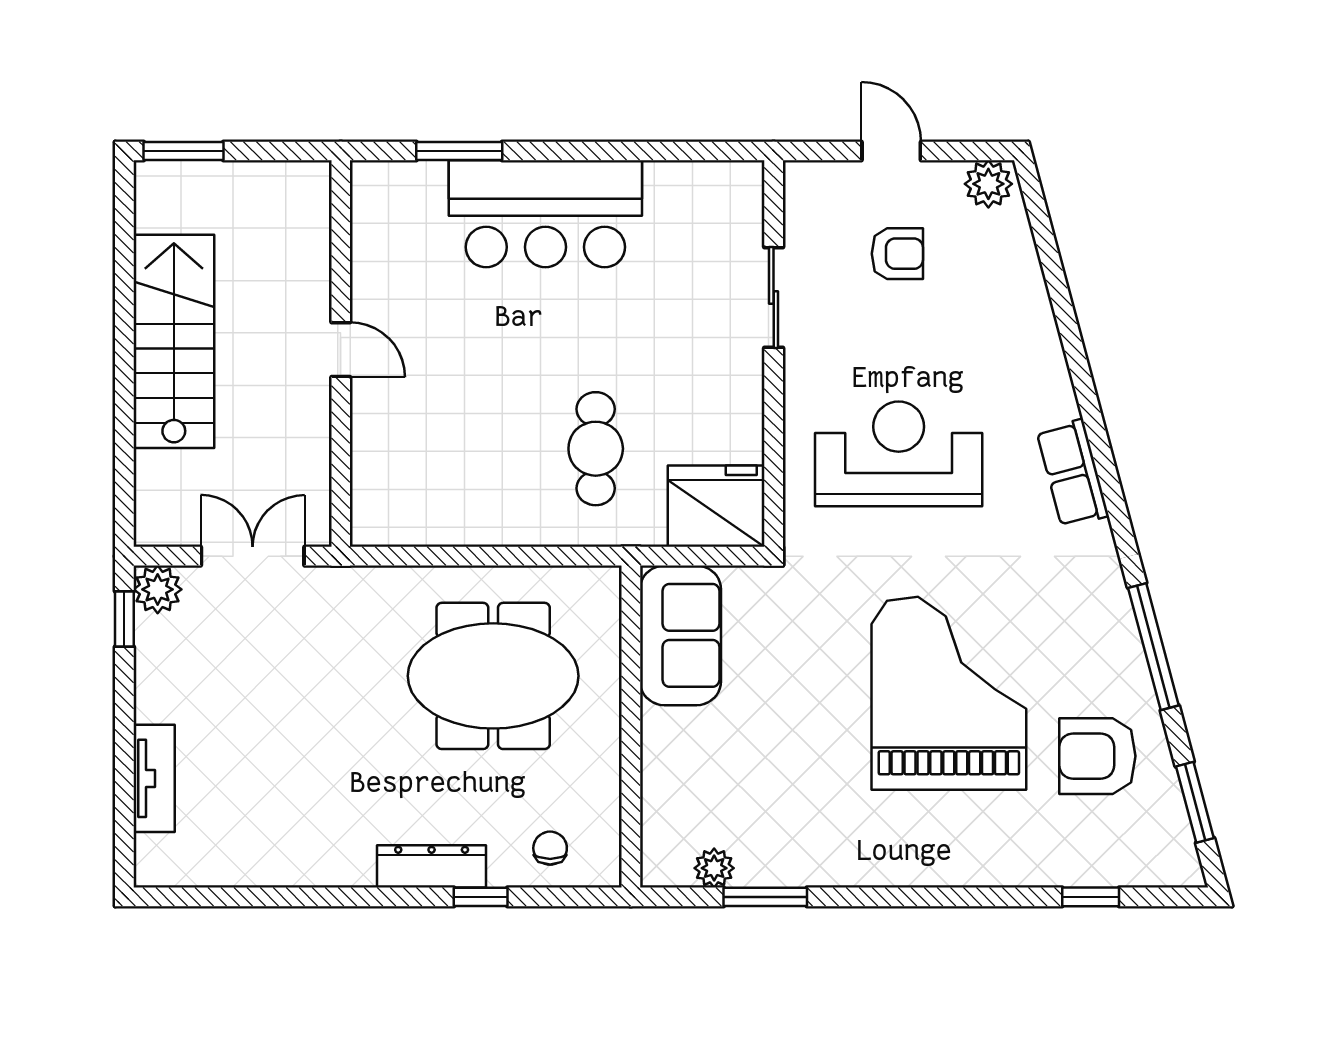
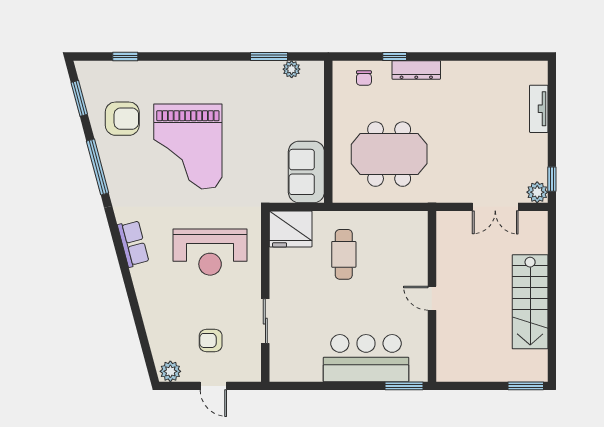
door: (341, 350) -> (432, 298), moved
wall: (341, 354) -> (432, 296), moved

